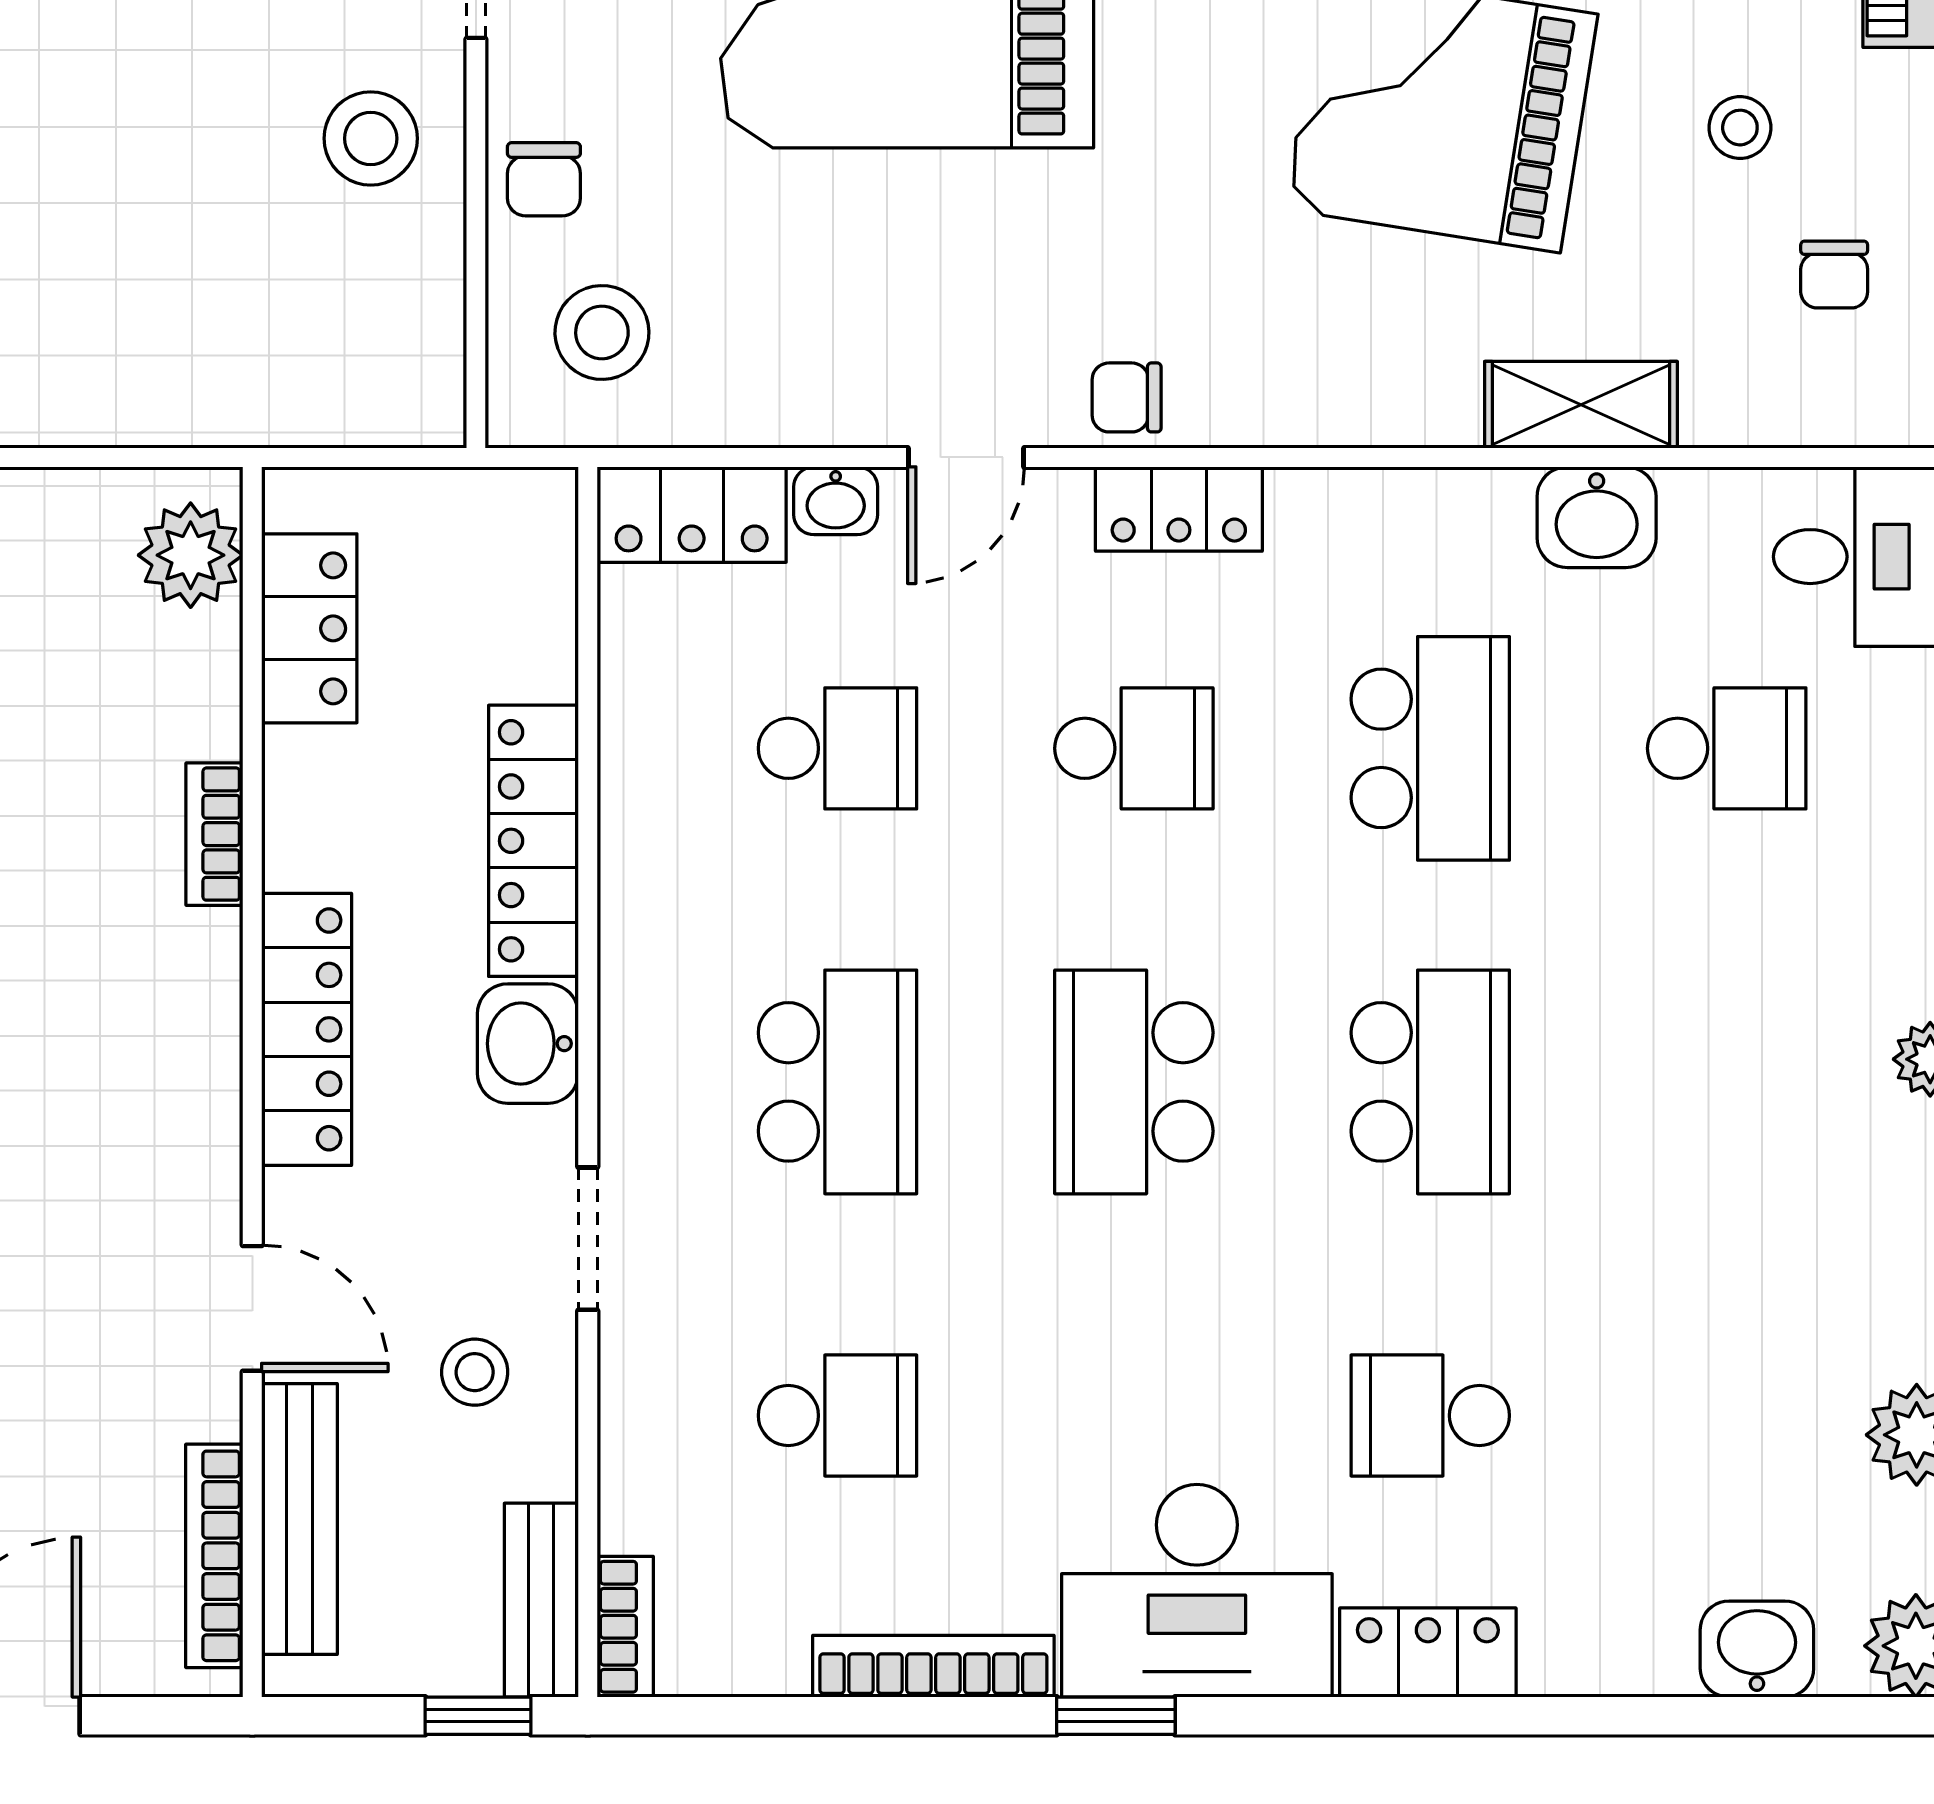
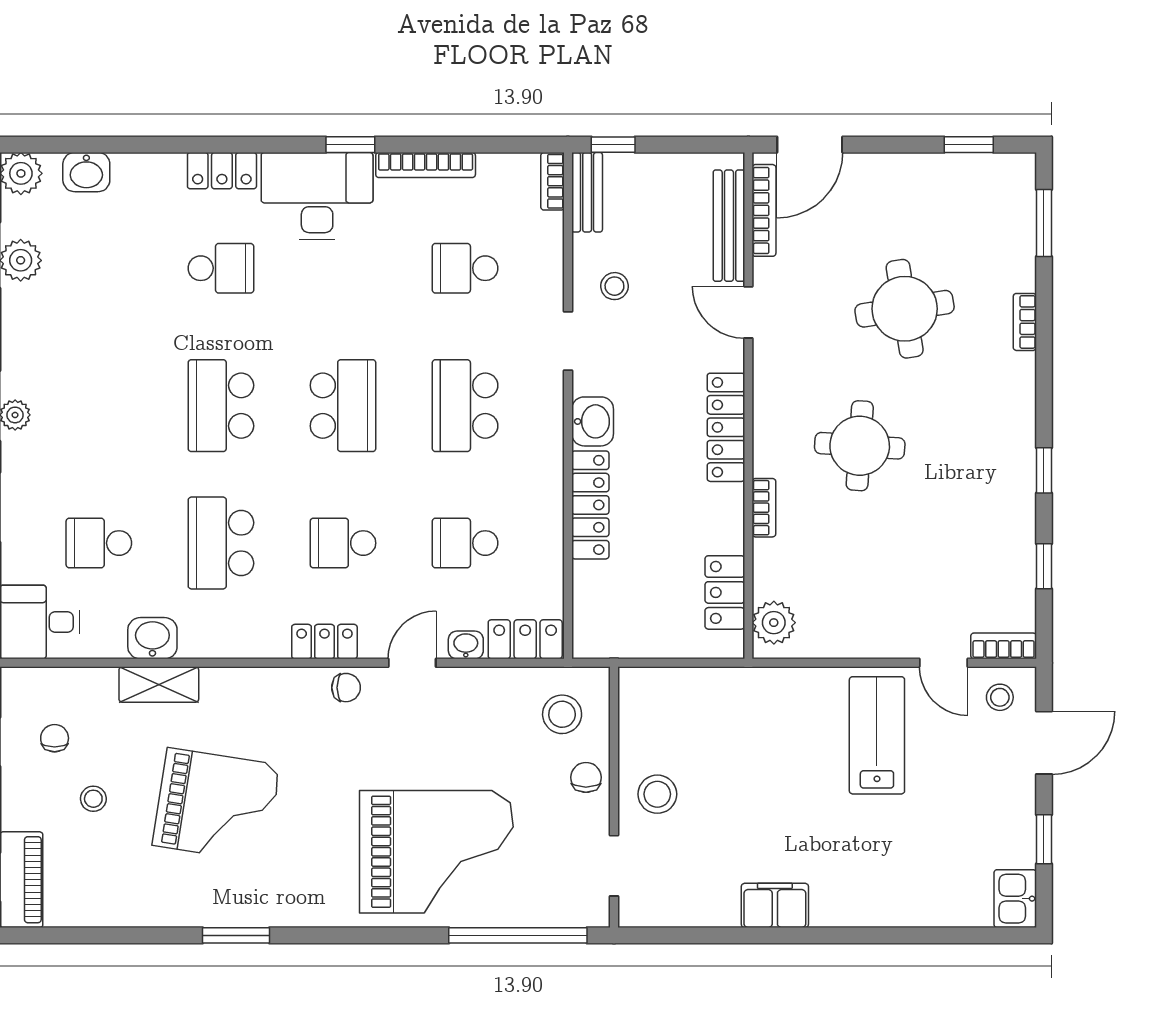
plant: (191, 555) -> (774, 623), moved
locker: (309, 628) -> (725, 592), moved
bookcase: (214, 834) -> (764, 508), moved
locker: (307, 1029) -> (726, 427), moved
wall: (252, 1082) -> (748, 406), moved
door: (252, 1308) -> (748, 312), moved
bench: (299, 1519) -> (729, 226), moved
bookcase: (214, 1556) -> (764, 210), moved

